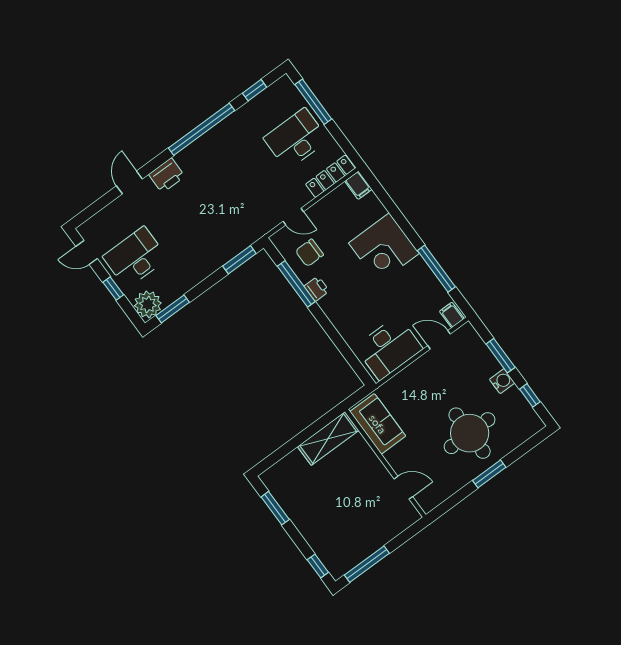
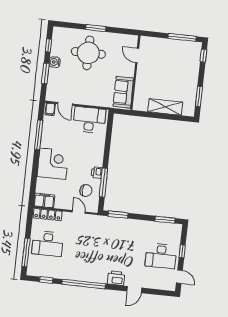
filing cabinet: (358, 185) -> (44, 200), width x2.00
plant: (148, 304) -> (174, 231), removed
shelving: (328, 439) -> (165, 107), moved

